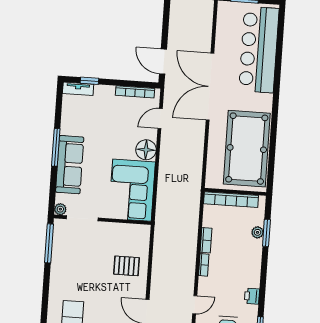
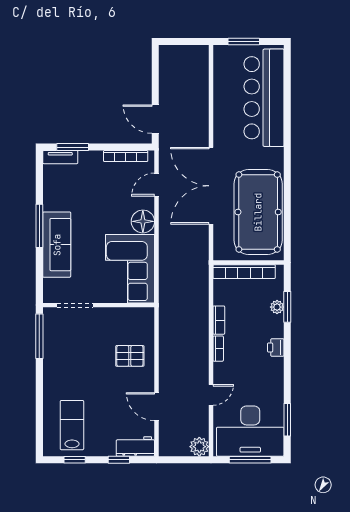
window: (89, 81) -> (73, 147), width x1.50
double door: (210, 87) -> (211, 186), moved
plant: (60, 209) -> (50, 296), removed
printer: (252, 296) -> (276, 347), moved

